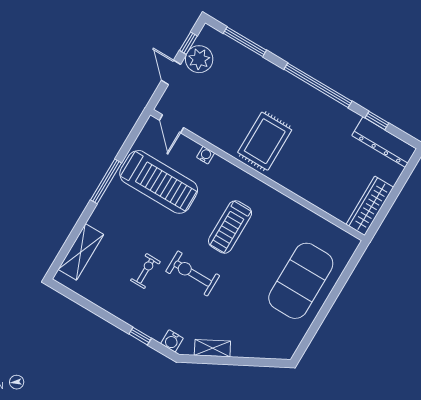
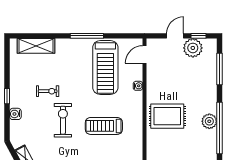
plant: (302, 93) -> (209, 121), added
window: (140, 336) -> (7, 96), moved
water cooler: (172, 341) -> (15, 114), moved

